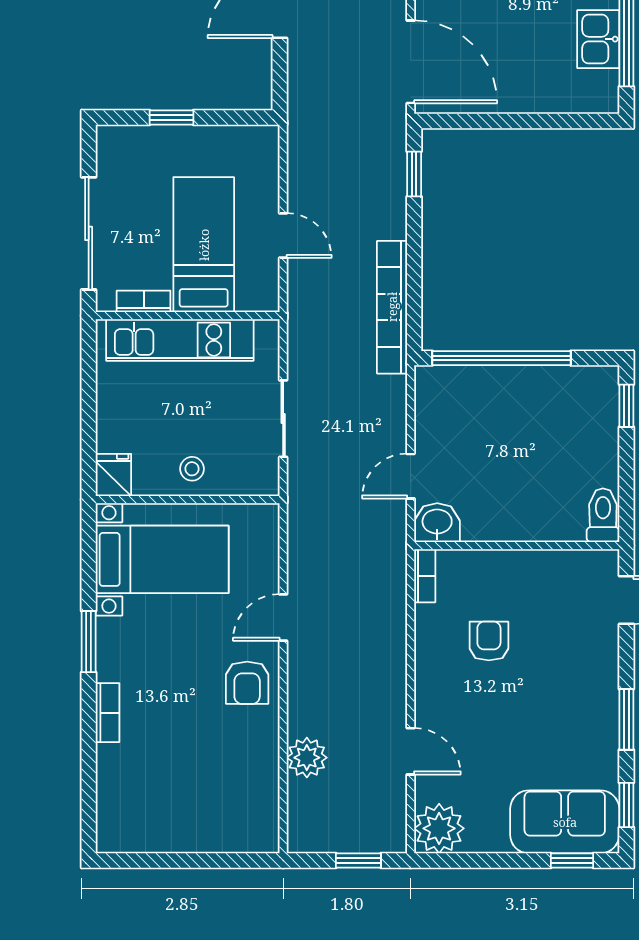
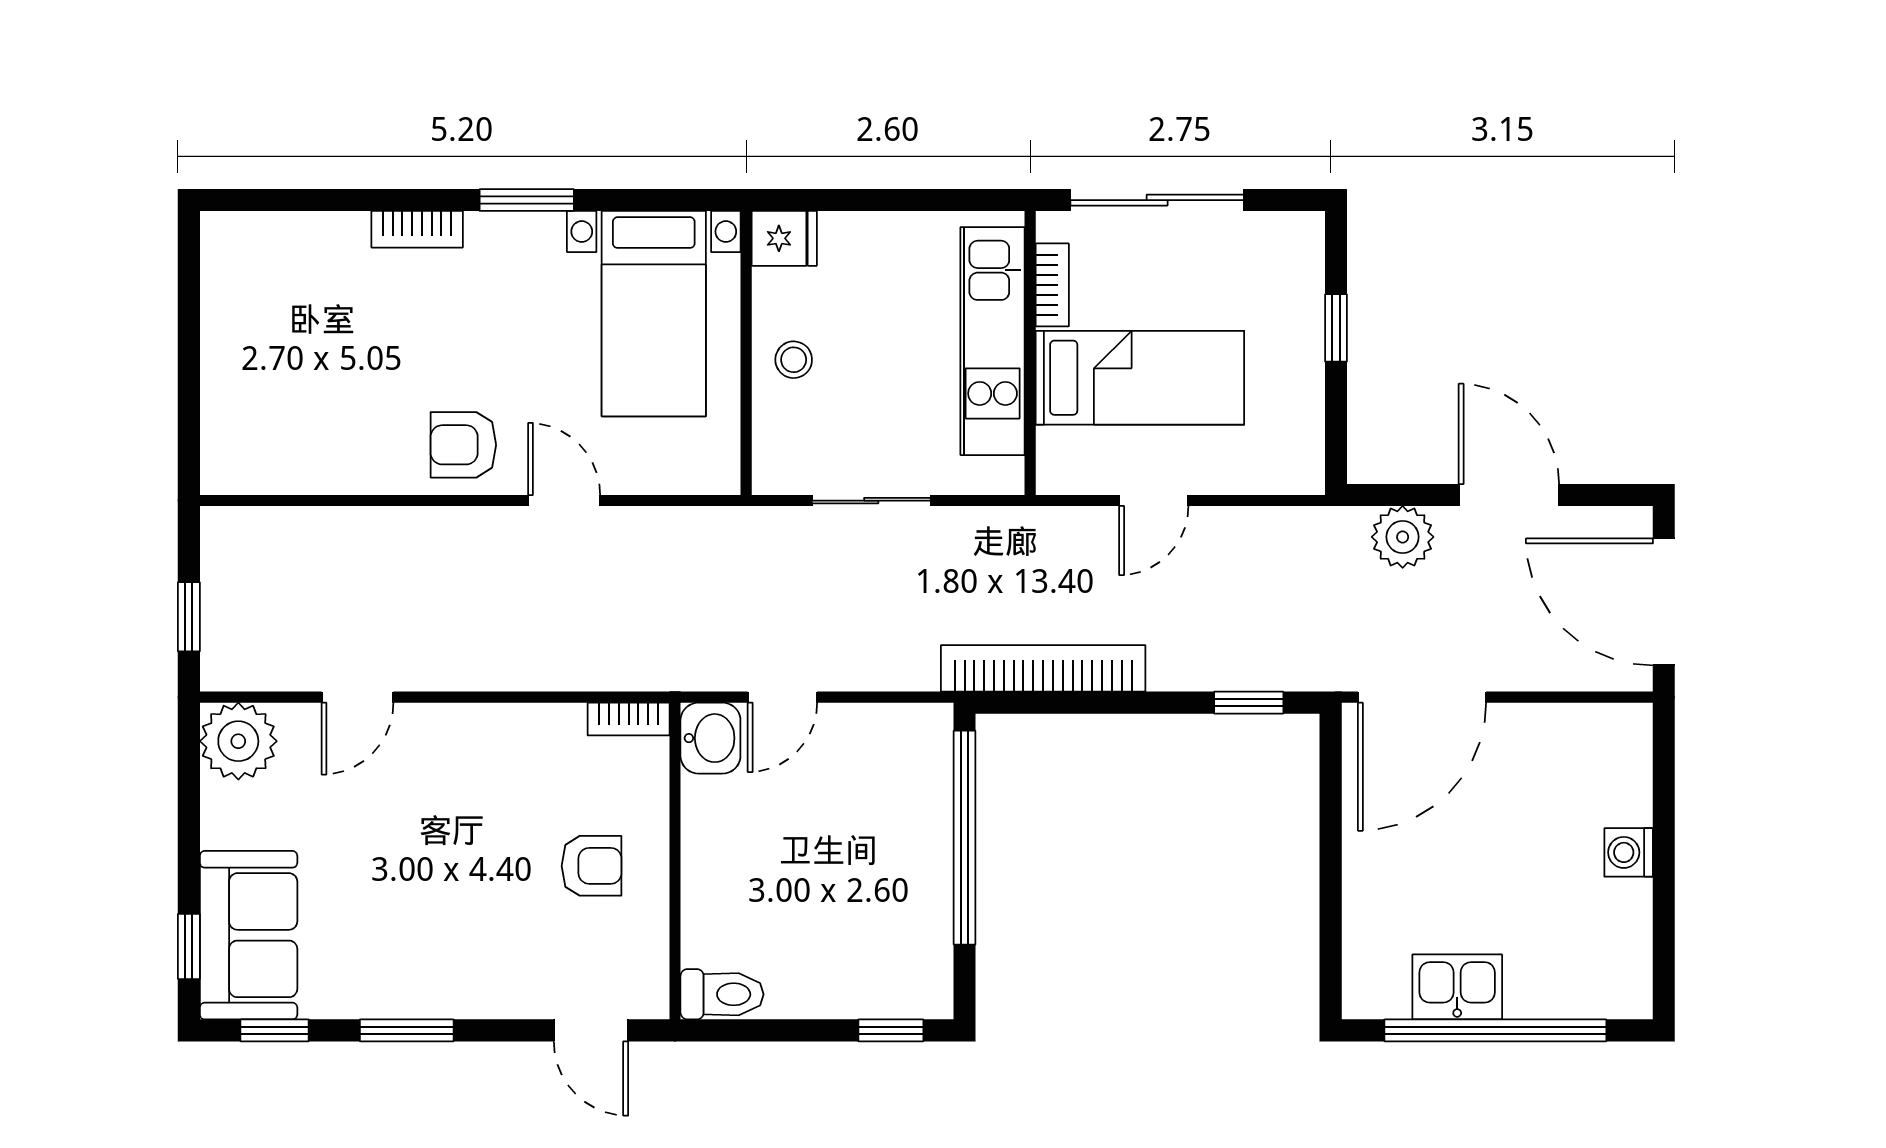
door: (411, 476) -> (782, 697), swing flipped
armchair: (489, 641) -> (592, 866), moved
plant: (307, 758) -> (1403, 537), moved

